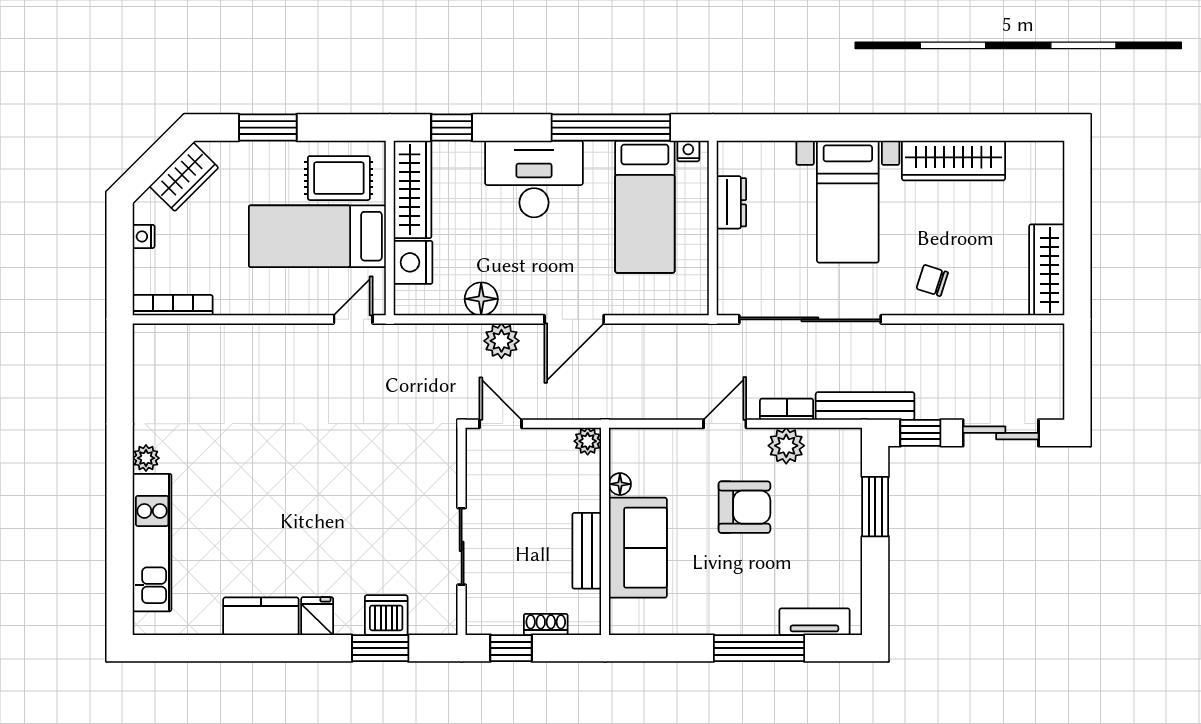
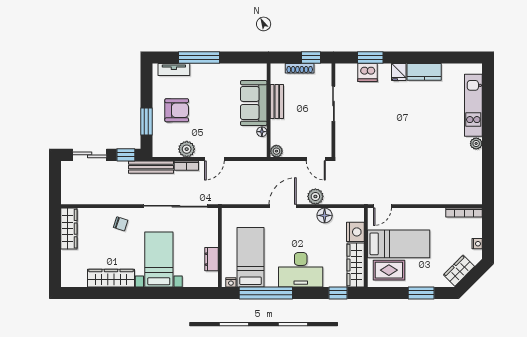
armchair: (744, 507) -> (177, 110), moved, turned 180
shoe rack: (546, 624) -> (300, 68), width x1.43

